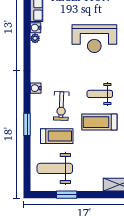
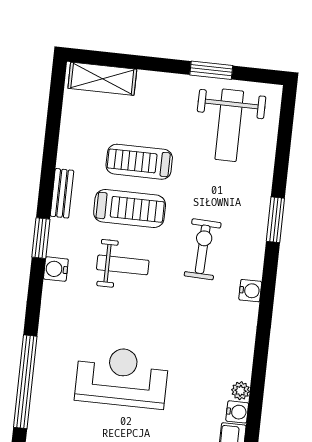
treadmill: (57, 136) -> (139, 162), moved
weight bench: (55, 168) -> (229, 125), turned 90

